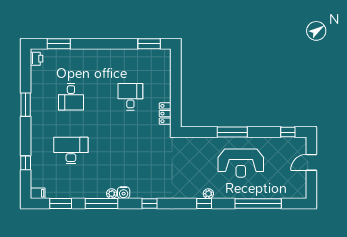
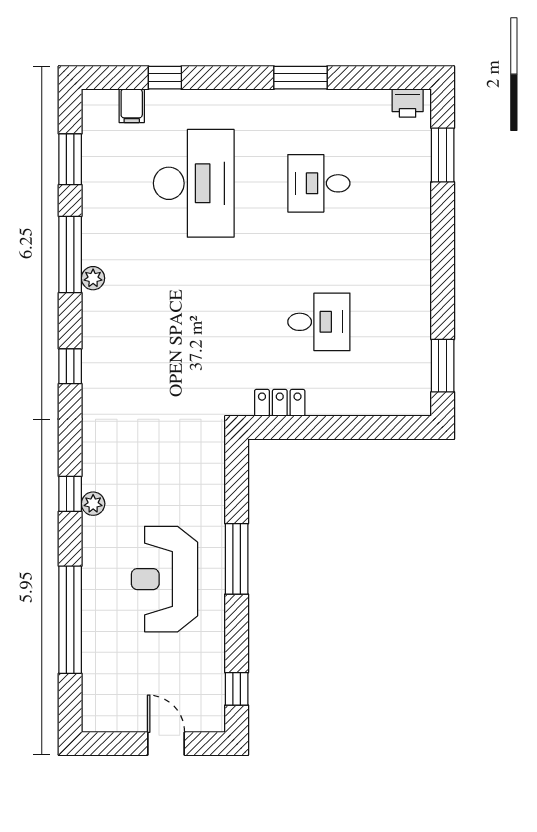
desk: (71, 150) -> (194, 183), width x1.36, depth x1.30
filing cabinet: (38, 193) -> (132, 106), moved
water cooler: (124, 193) -> (95, 306), removed

